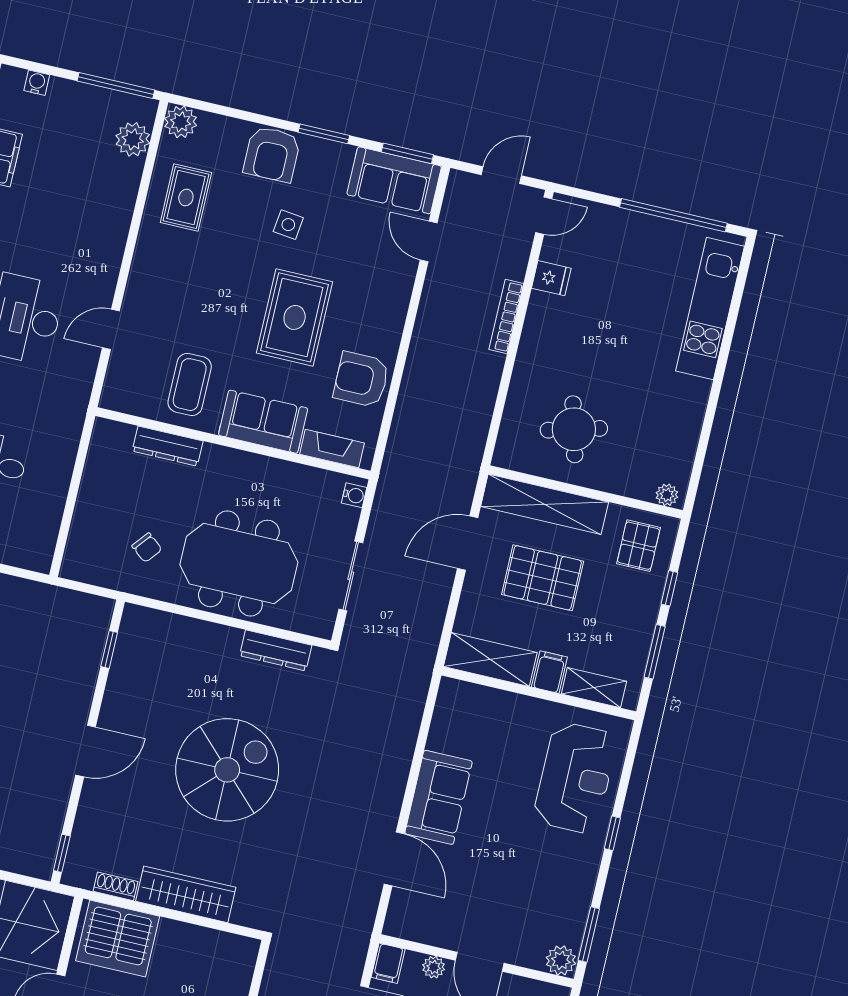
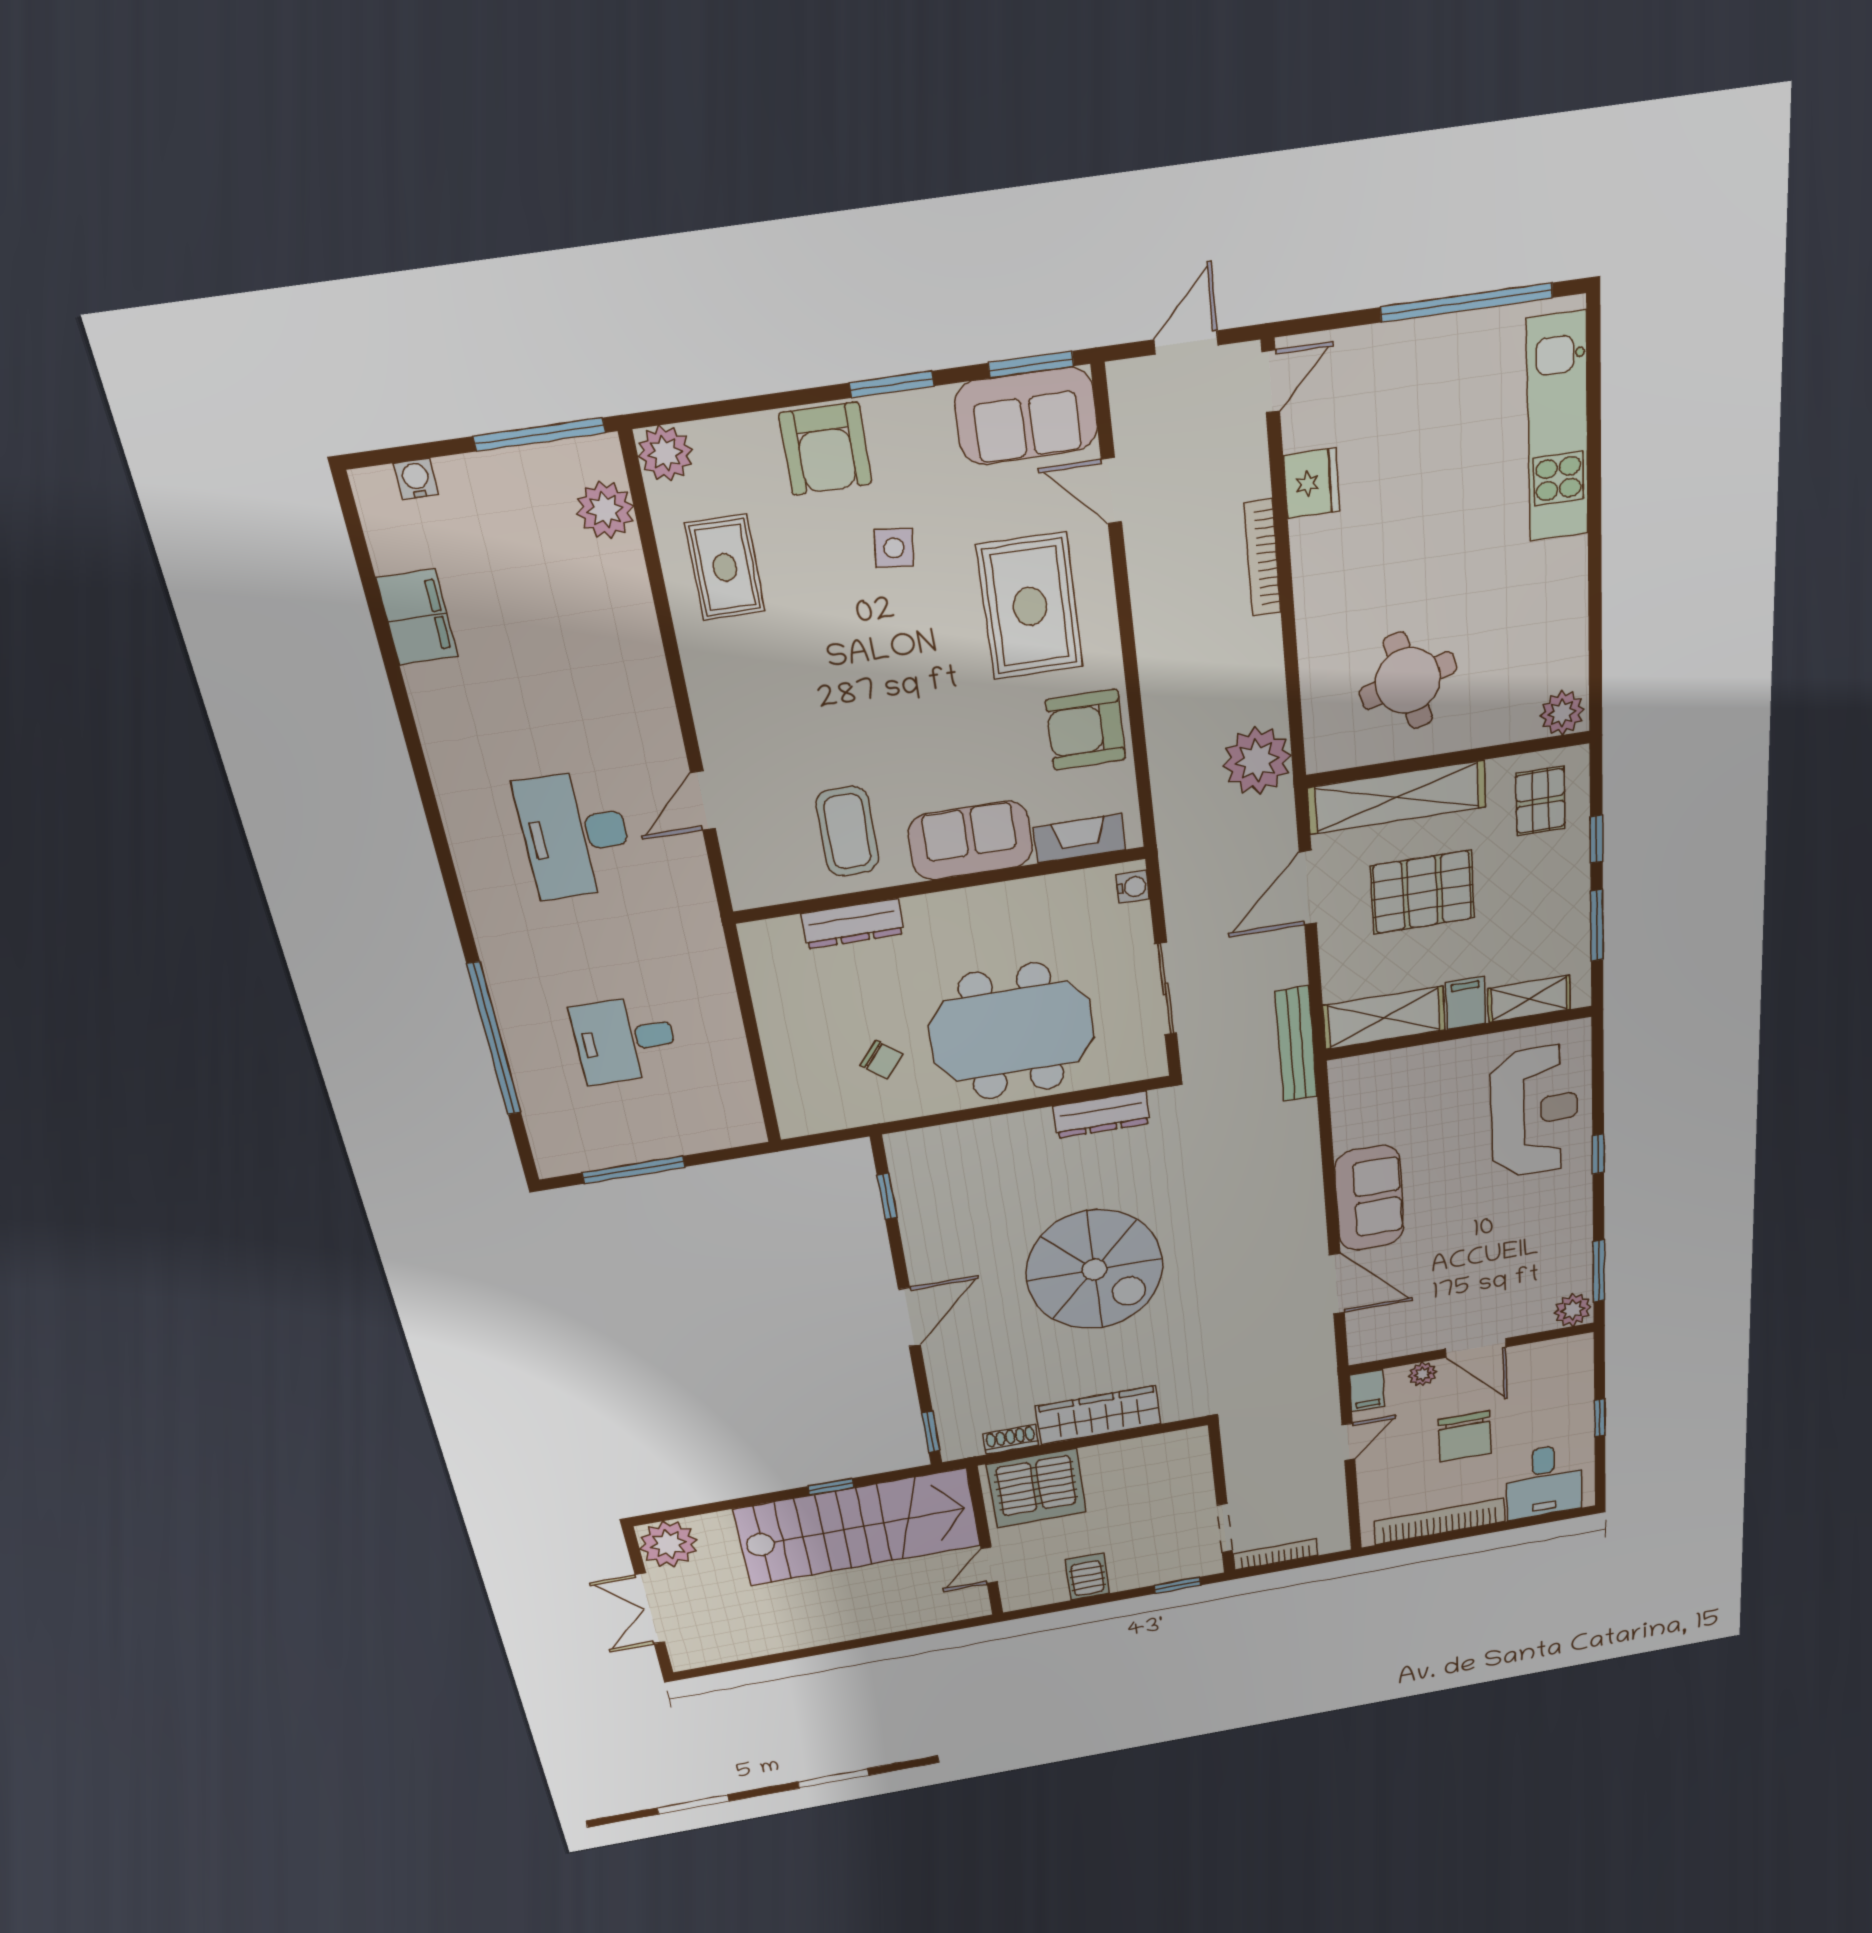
fridge: (551, 278) -> (1312, 483), width x1.38
rug: (295, 317) -> (1030, 606), moved
plant: (462, 443) -> (1257, 761), added
plant: (667, 495) -> (1562, 713), width x1.38, depth x1.38
bench: (425, 654) -> (1296, 1044), added
spiral stairs: (227, 770) -> (1094, 1270), turned 90

